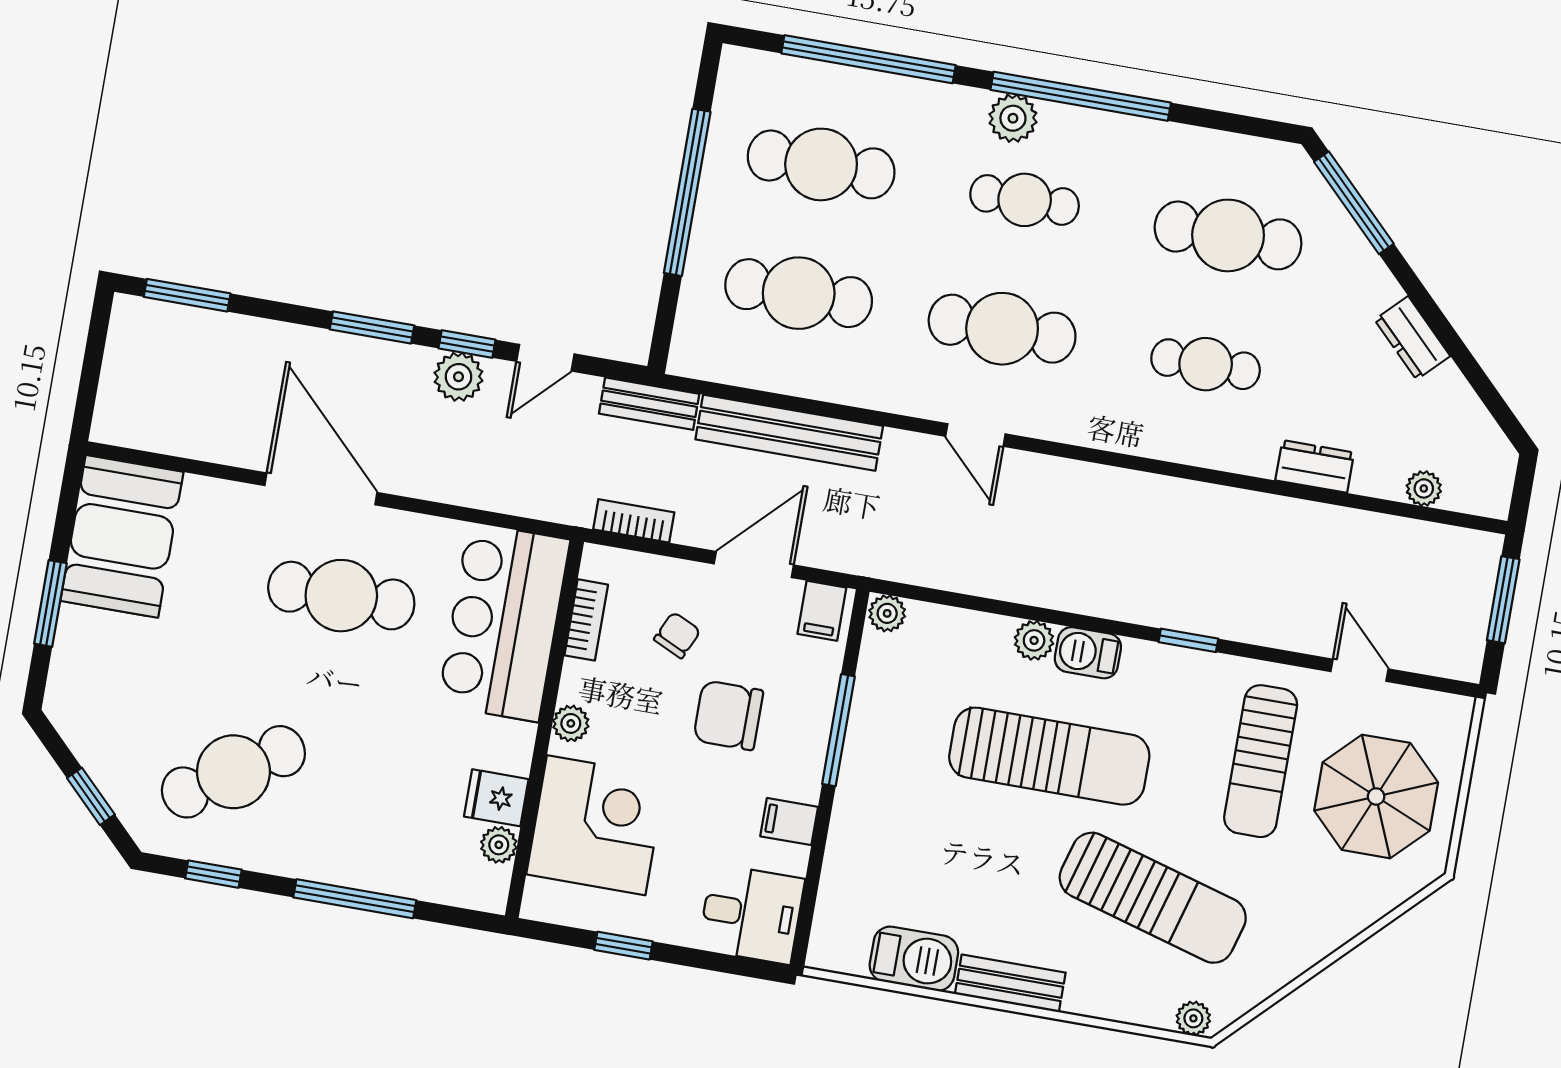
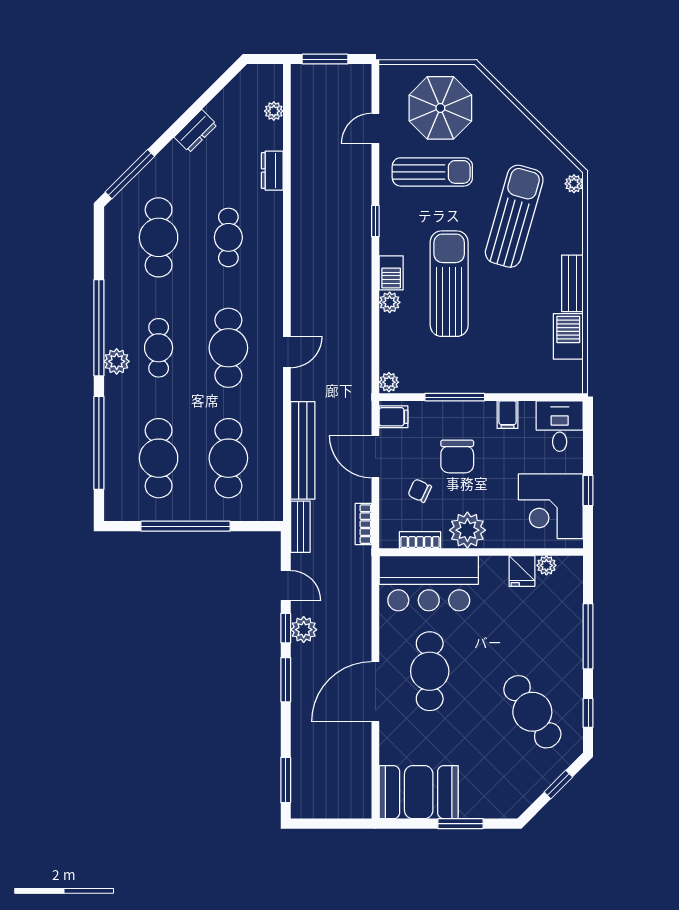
plant: (571, 723) -> (467, 530), width x1.88, depth x1.88
corner desk: (596, 825) -> (551, 506), moved, turned -90

